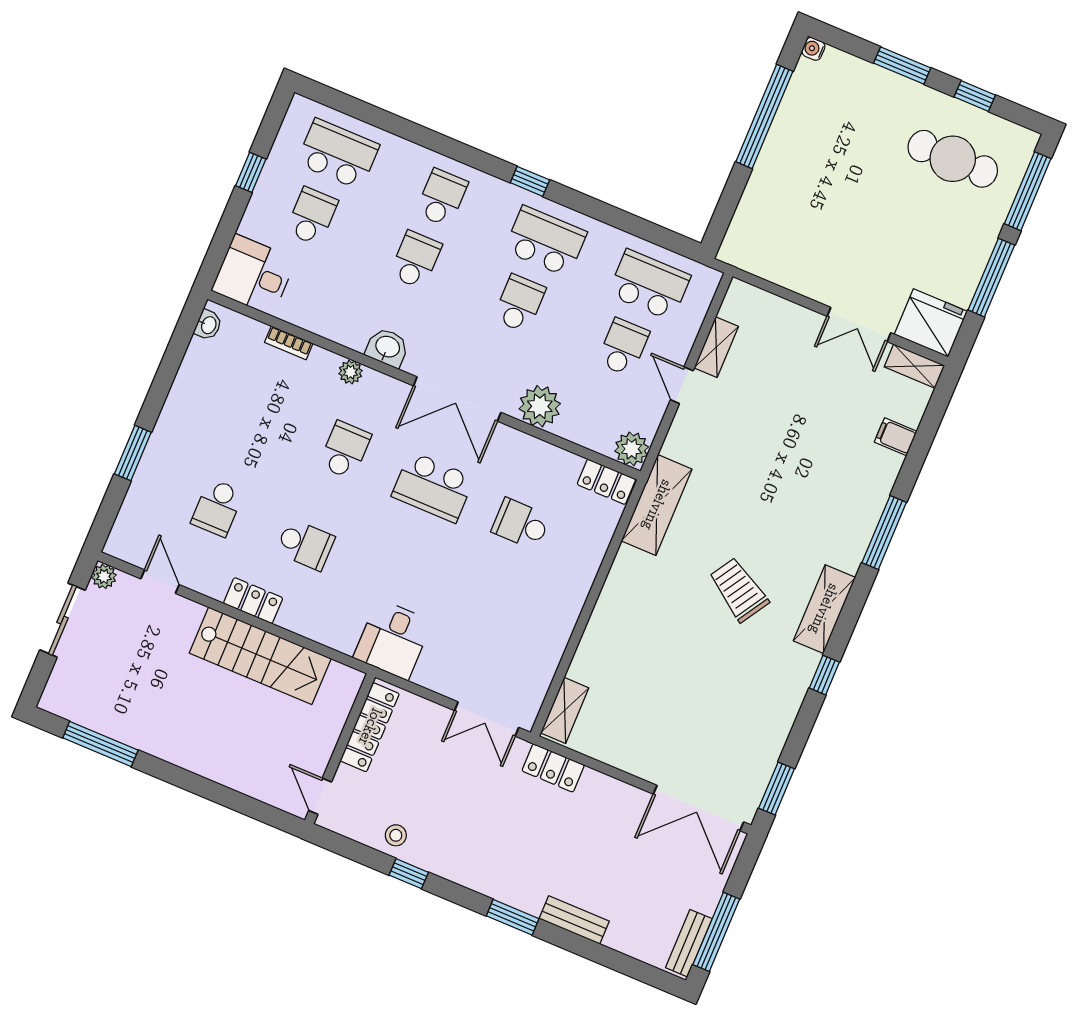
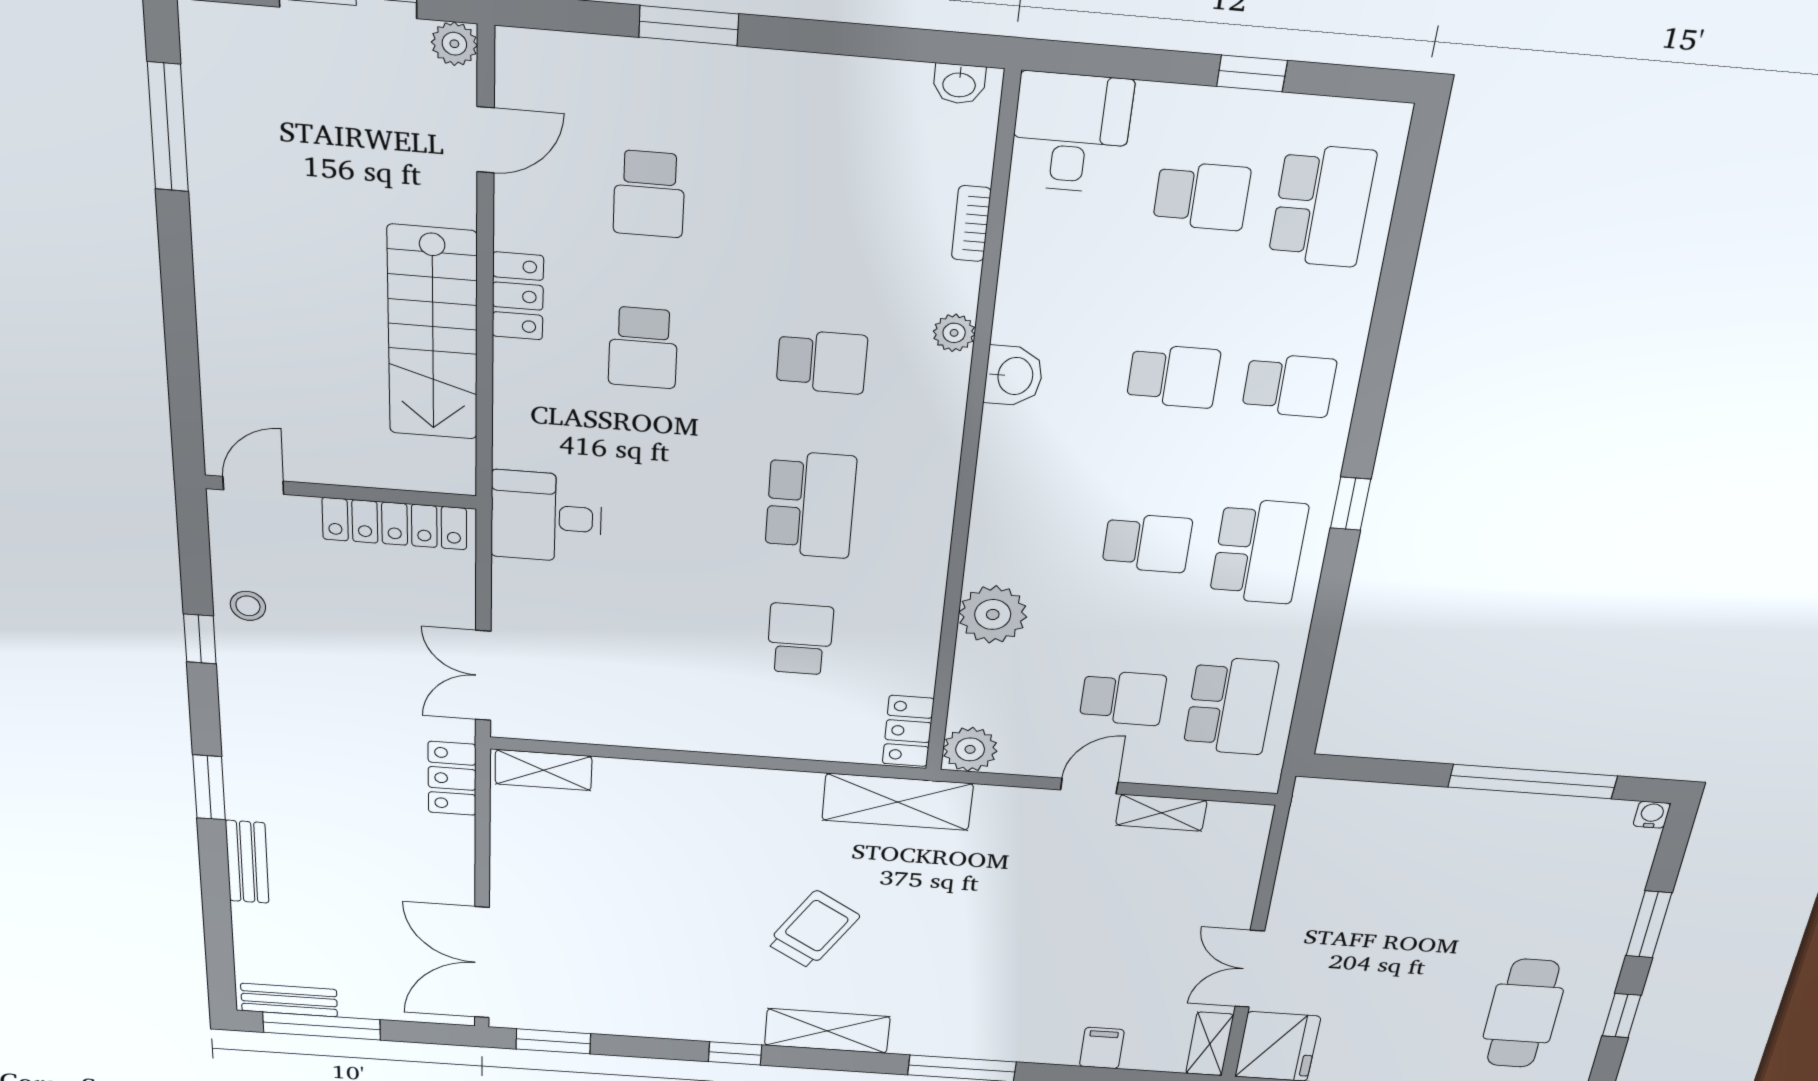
double door: (457, 399) -> (964, 500), removed
school desk: (433, 487) -> (811, 505), turned 180
school desk: (217, 508) -> (649, 194), turned -90

